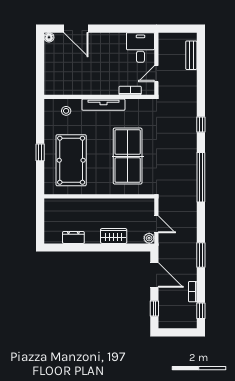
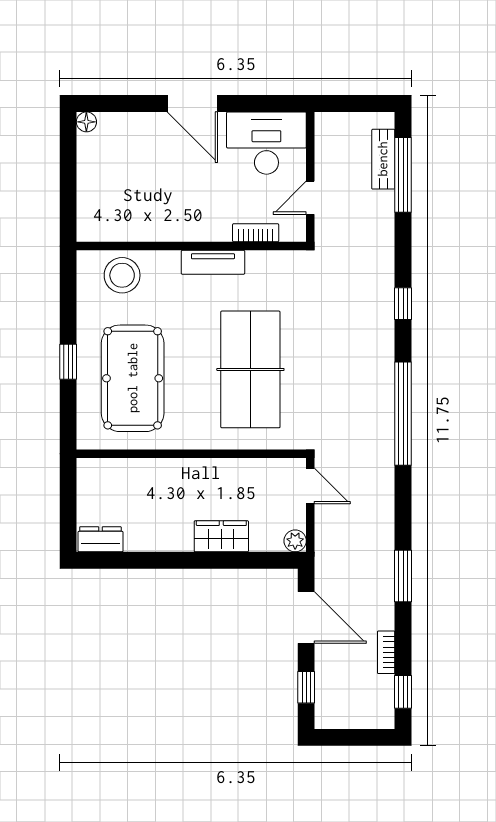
door: (76, 29) -> (192, 104), moved
desk: (140, 47) -> (266, 143), width x1.37
window: (201, 63) -> (403, 175), added
tv unit: (103, 105) -> (213, 262), width x0.71
stool: (66, 111) -> (122, 275), width x1.89, depth x1.89
door: (156, 224) -> (310, 486), moved
dresser: (73, 237) -> (100, 539), moved

